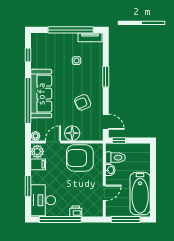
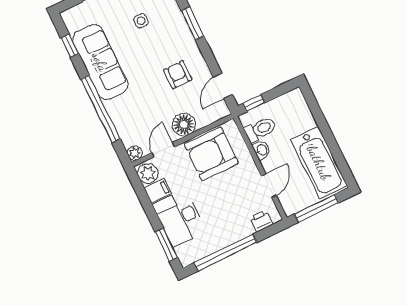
sofa: (41, 94) -> (100, 62), moved
armchair: (83, 102) -> (178, 75), turned 114
door: (106, 122) -> (223, 86), swing flipped
window: (28, 186) -> (166, 245), moved
desk: (43, 200) -> (179, 218), moved
printer: (76, 211) -> (261, 221), moved

